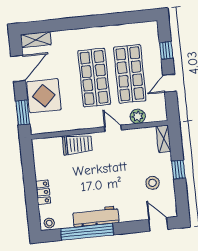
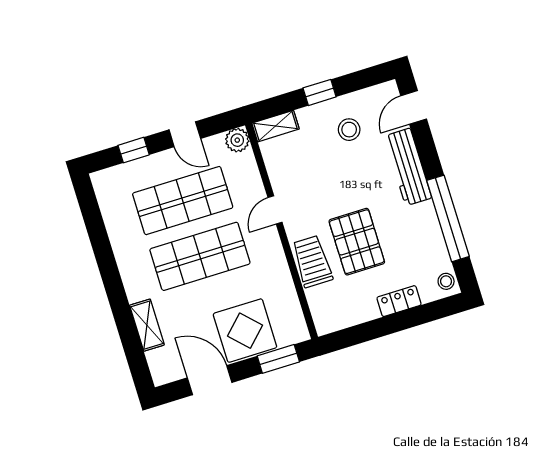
shelving: (36, 40) -> (147, 325), moved
plant: (138, 116) -> (237, 140), moved
pallet: (84, 174) -> (357, 242), added
workbench: (96, 217) -> (408, 167), moved

